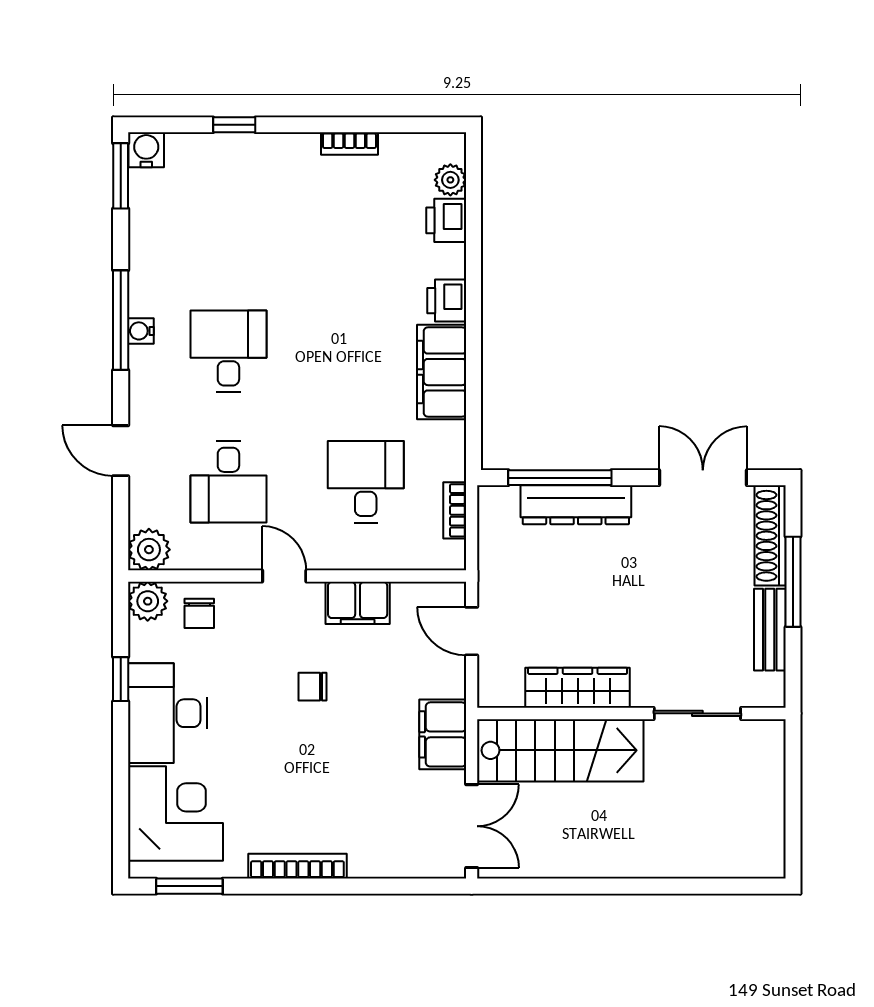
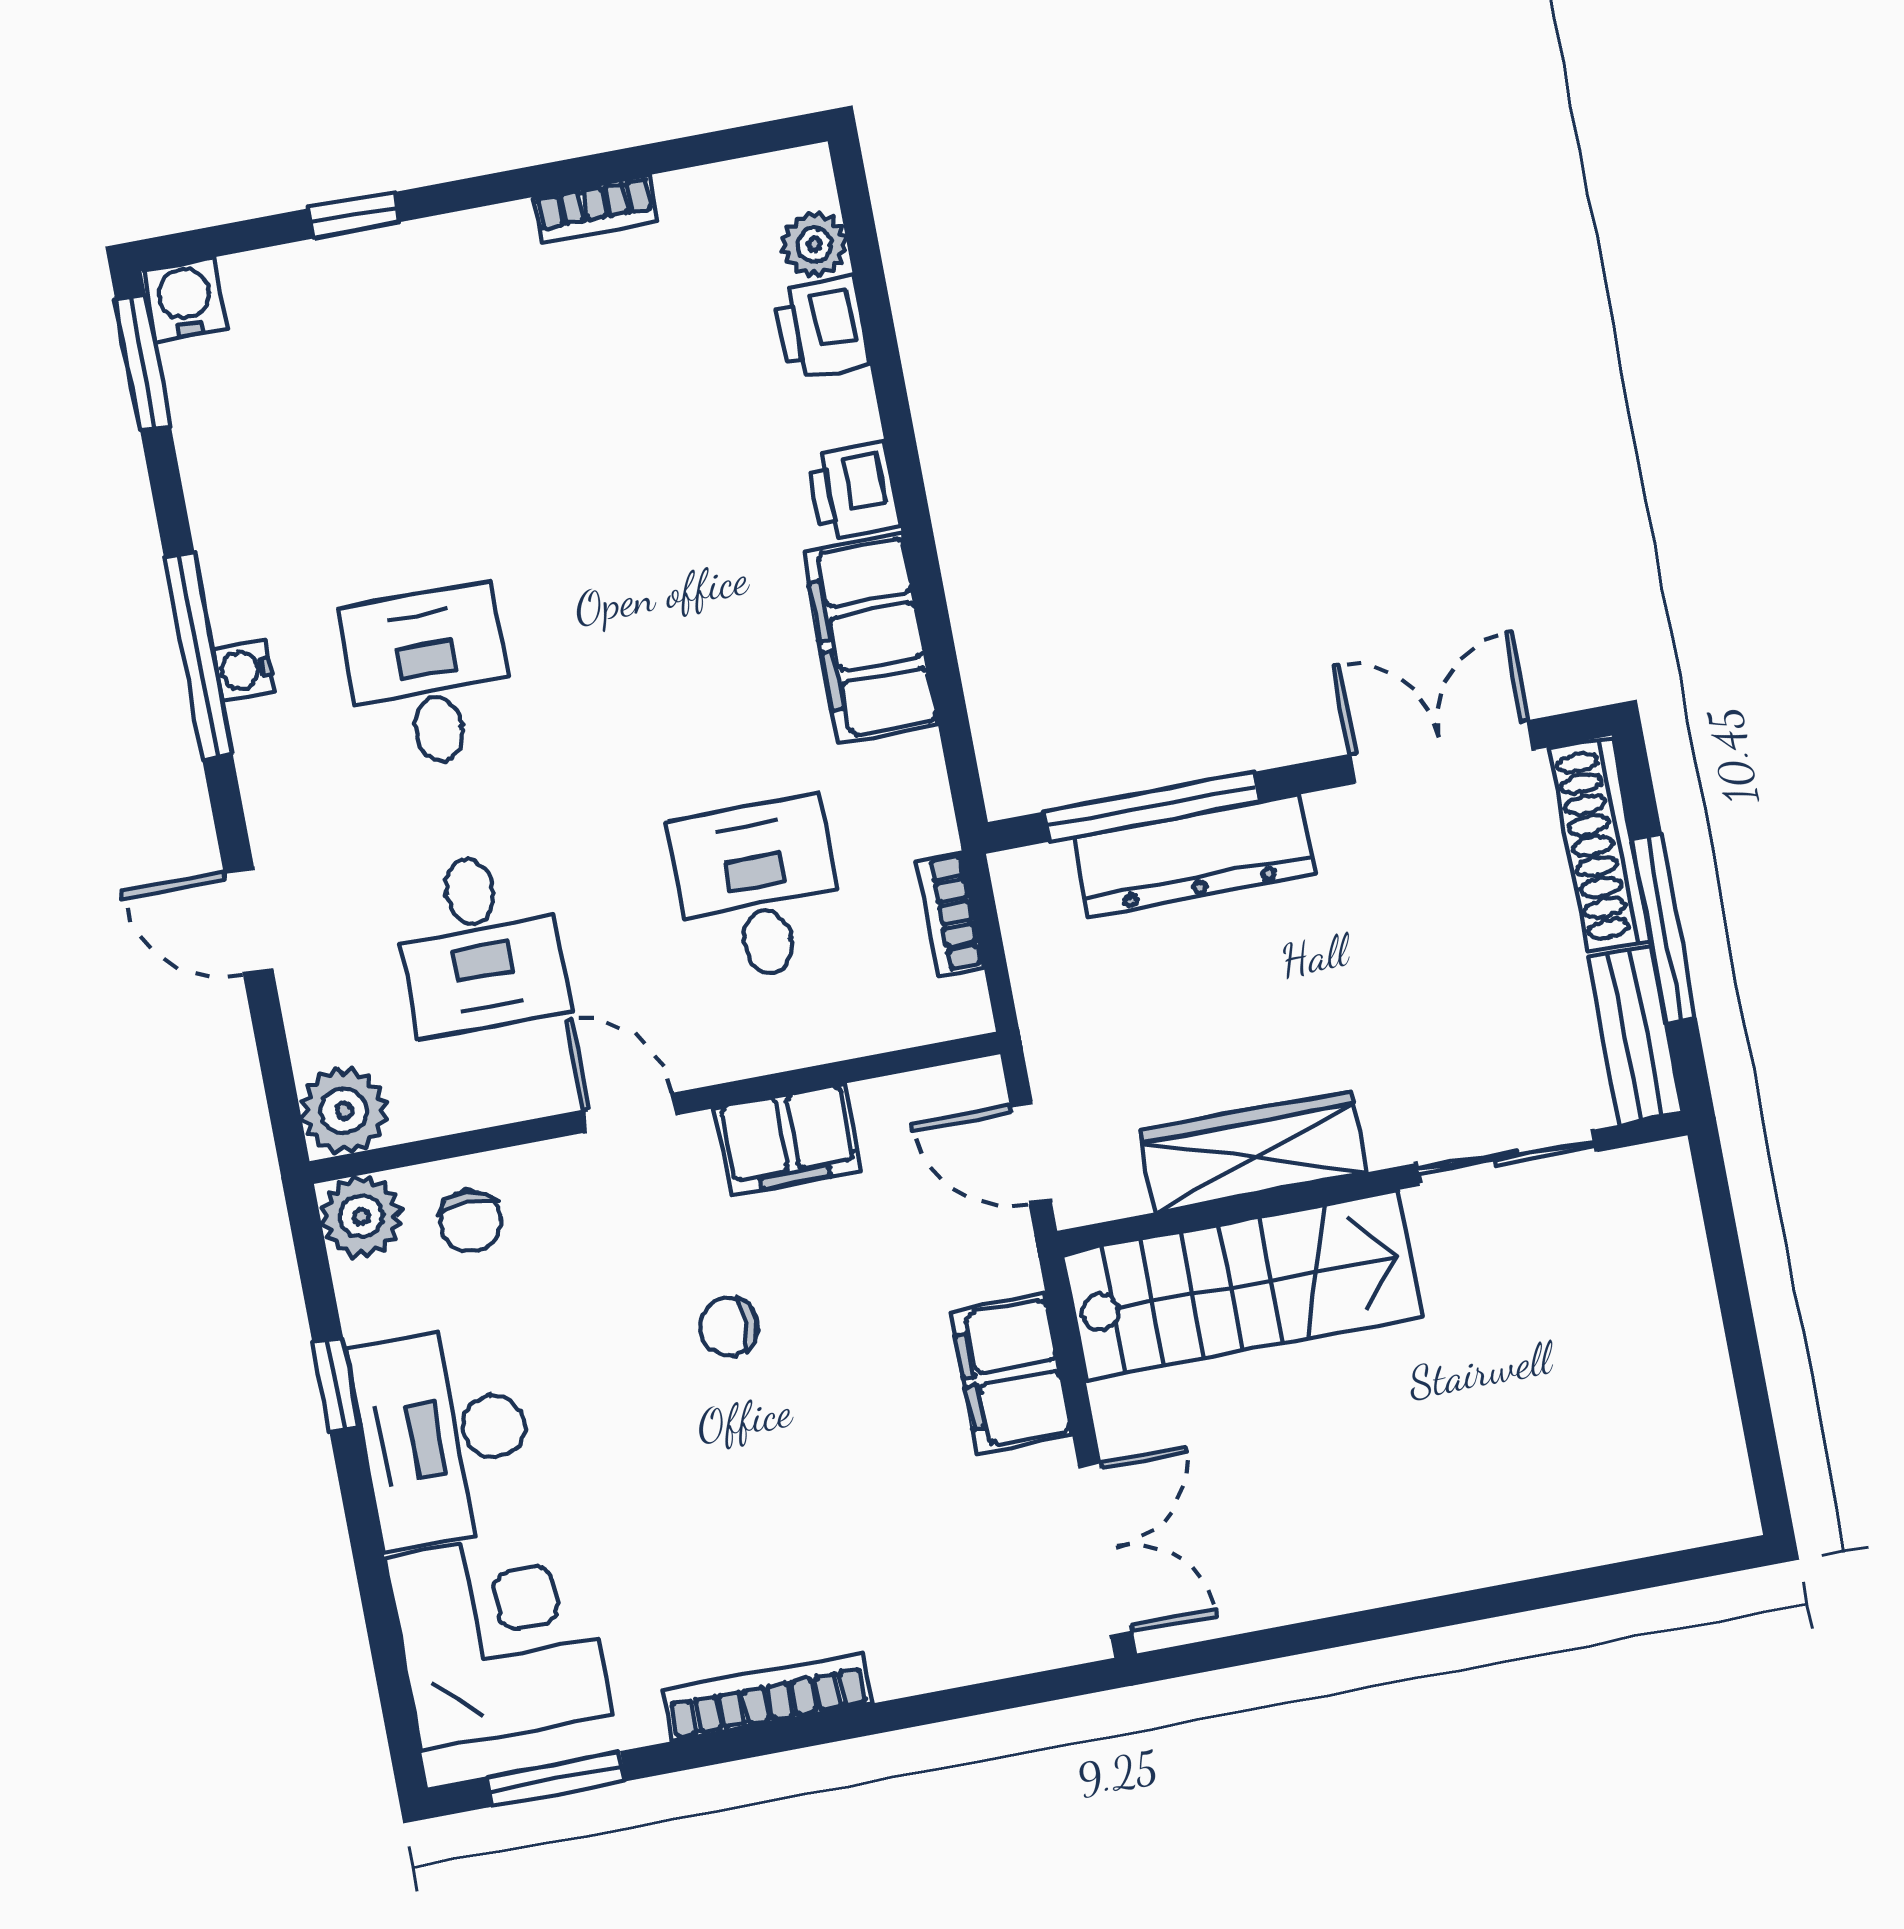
wardrobe: (578, 688) -> (1253, 1151), moved
wall: (631, 713) -> (1372, 1183), moved
sliding door: (697, 713) -> (1507, 1158), moved
stairs: (560, 750) -> (1242, 1285), moved

